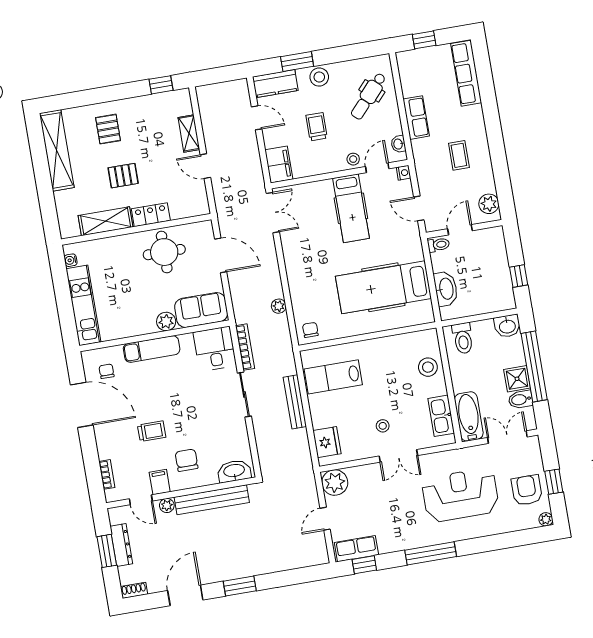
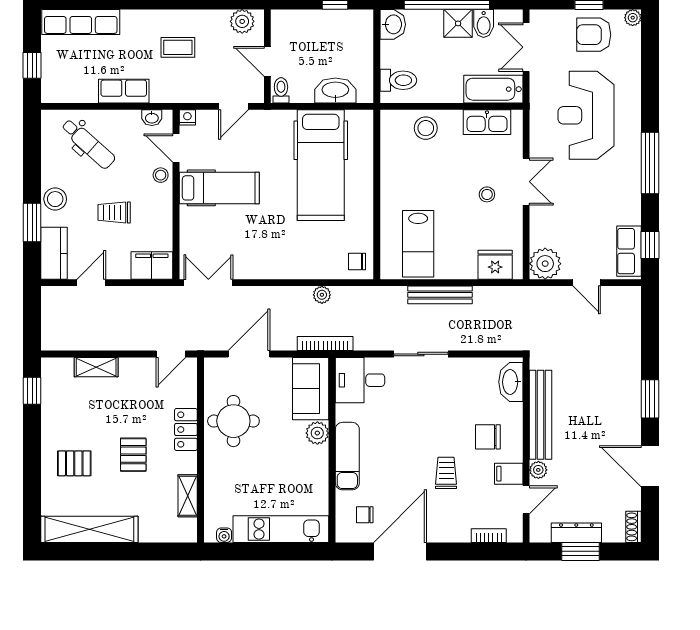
door: (205, 166) -> (171, 354), moved
shelving: (106, 221) -> (188, 496), width x0.67, depth x0.75
bookcase: (245, 347) -> (325, 344), moved

